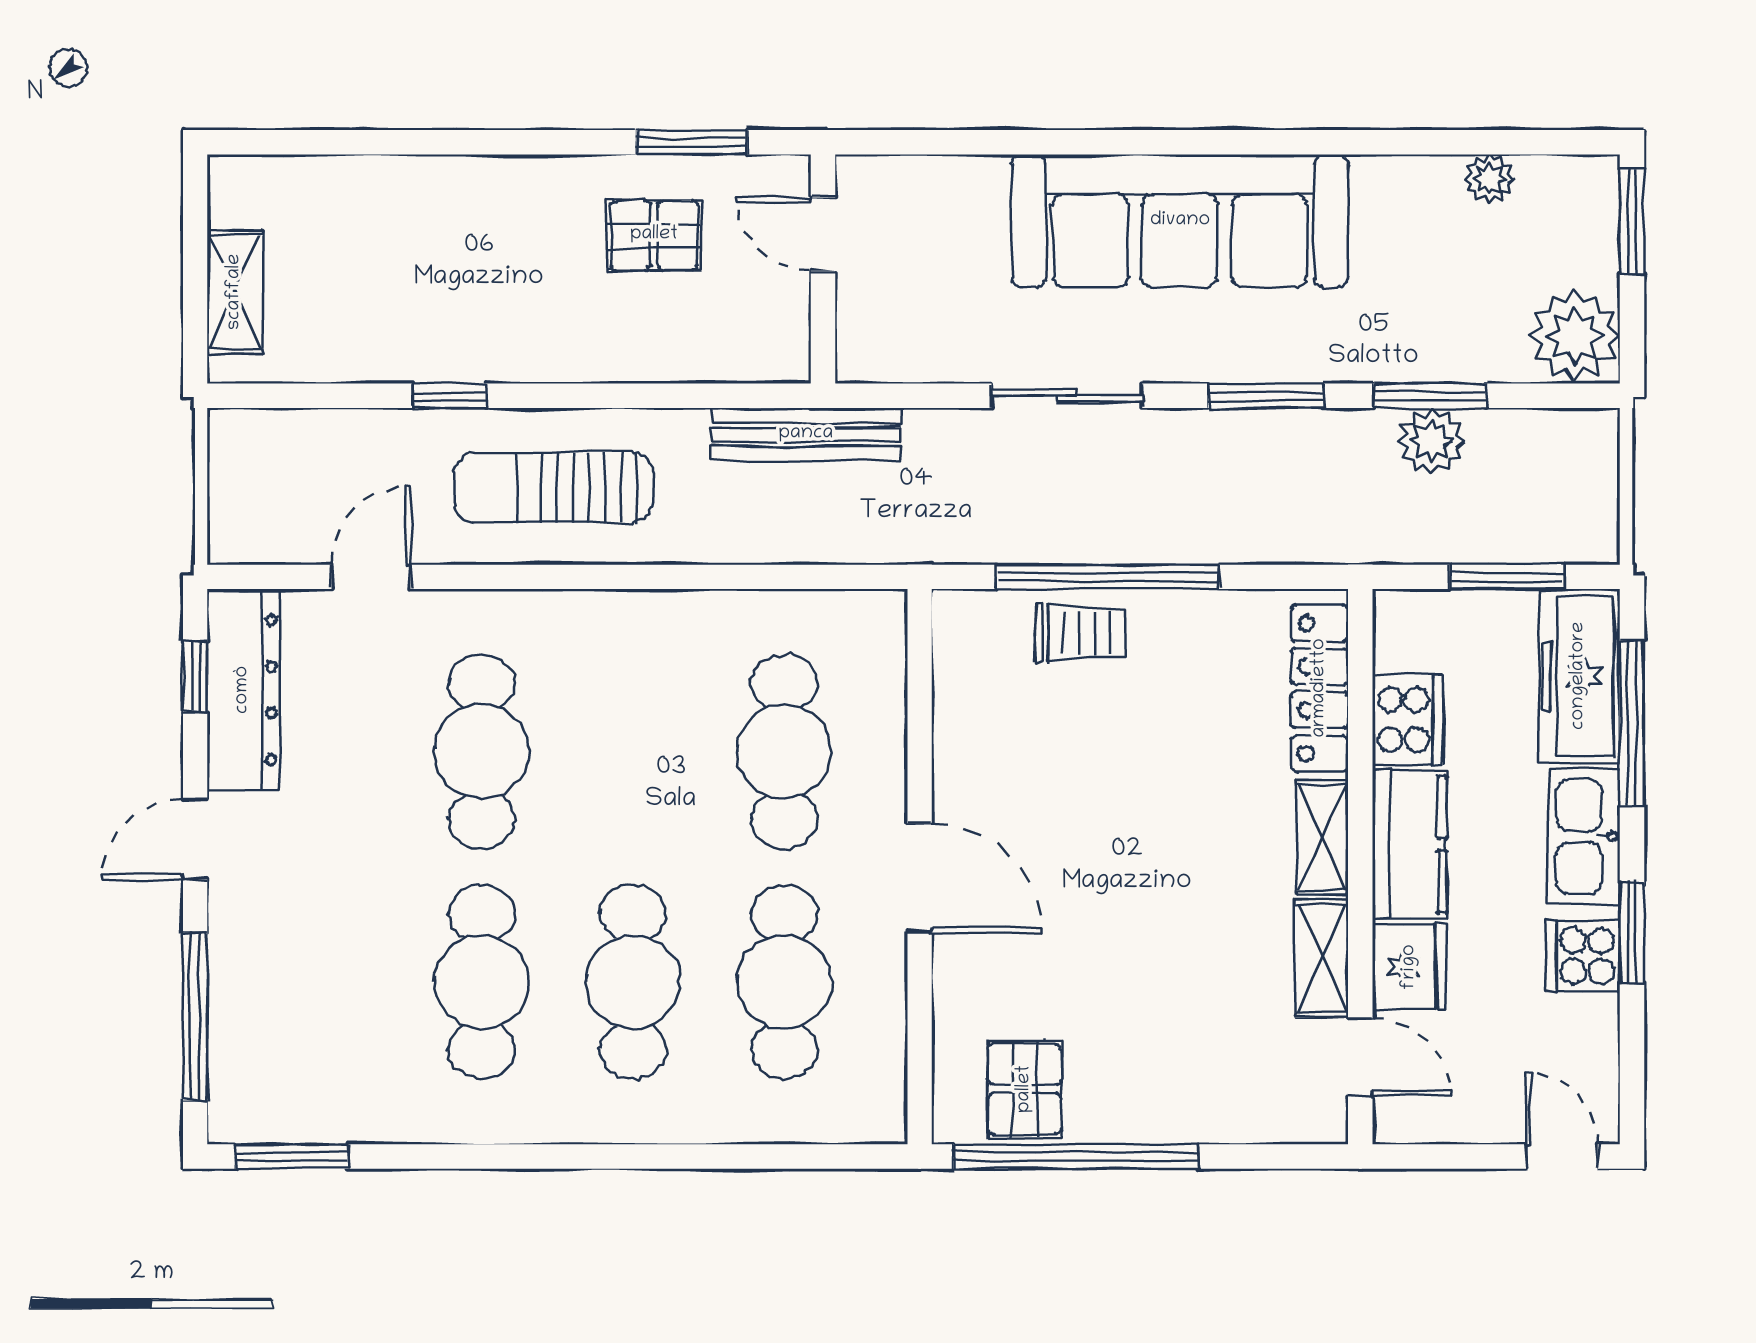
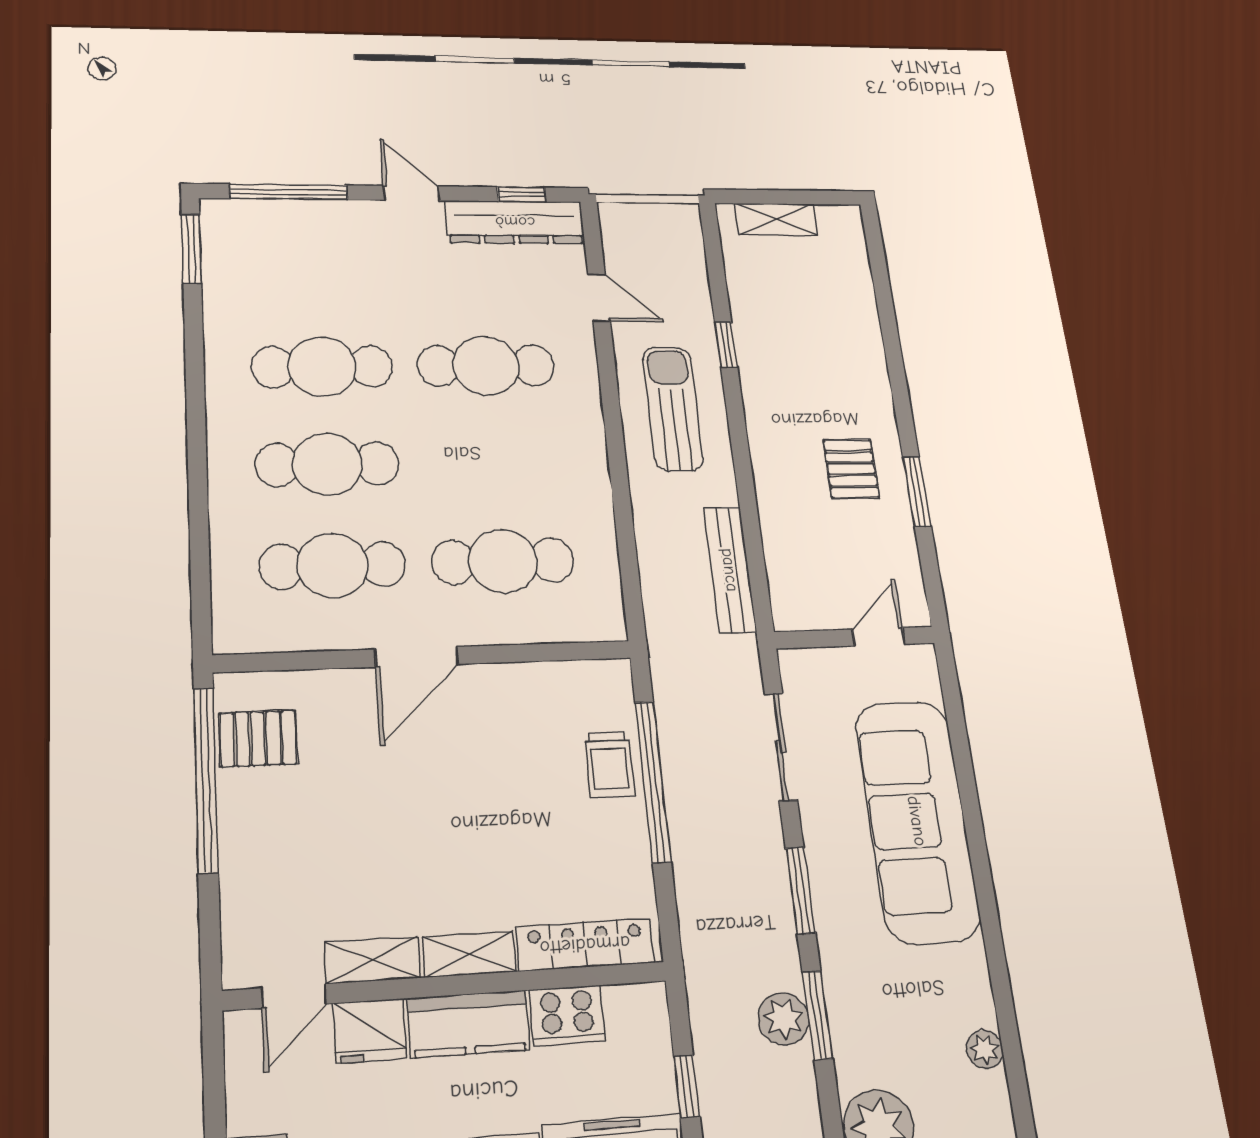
door: (823, 234) -> (879, 637), moved
wall: (823, 269) -> (855, 638), moved
window: (1507, 577) -> (687, 1086), width x0.67

